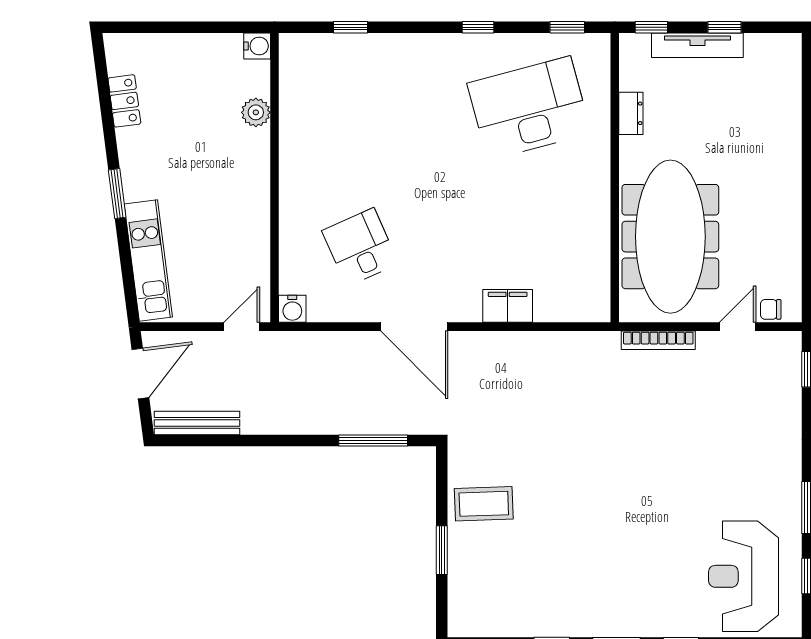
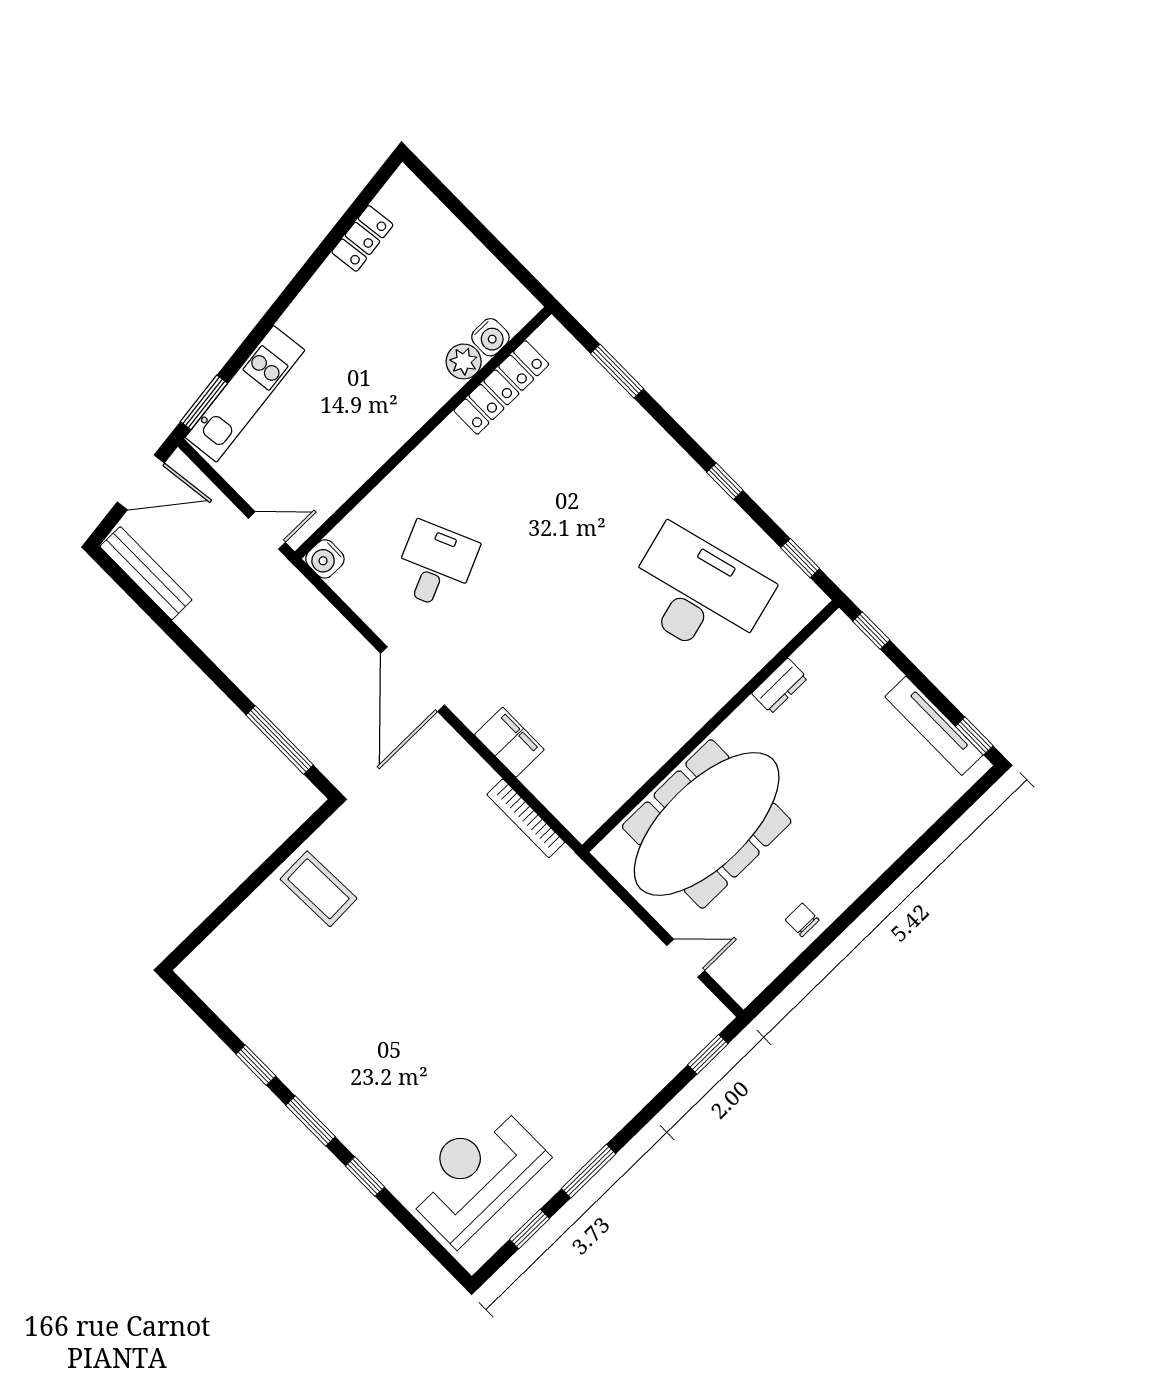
window: (351, 27) -> (617, 371), width x1.50
window: (725, 27) -> (974, 736), moved
tv unit: (697, 45) -> (934, 726), moved
water cooler: (257, 46) -> (490, 337), moved
locker: (293, 105) -> (501, 387), added
window: (117, 194) -> (204, 402), moved
chair: (771, 309) -> (802, 920), moved
bookcase: (658, 340) -> (526, 818), moved
window: (442, 550) -> (243, 892), removed

